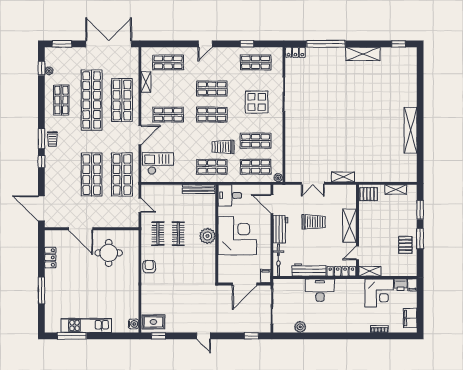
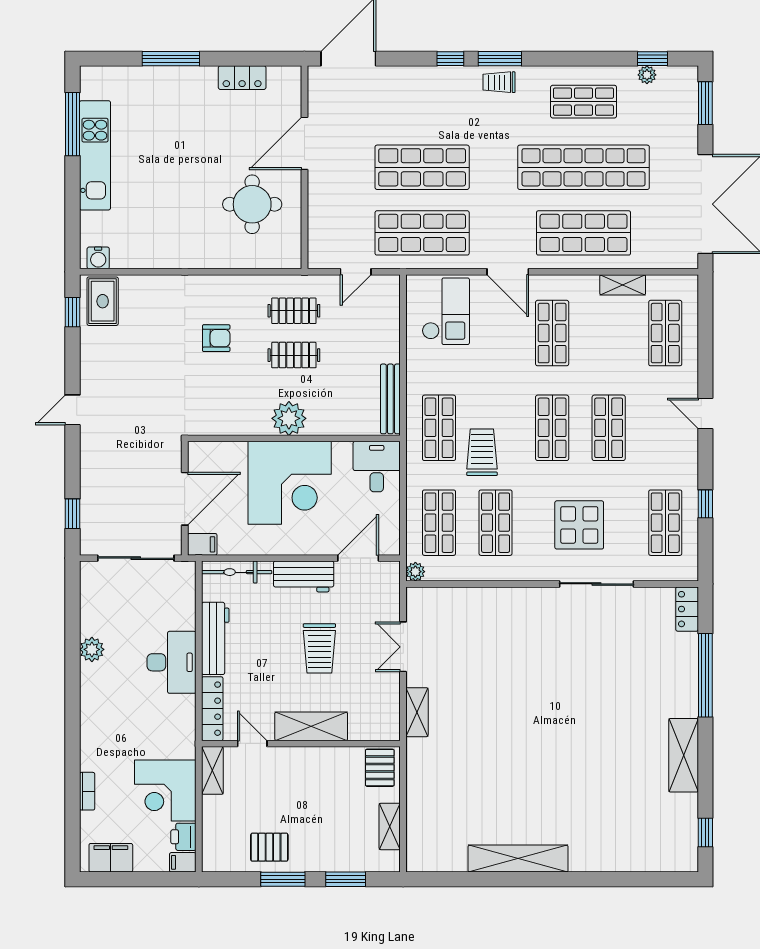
armchair: (149, 267) -> (216, 338), moved
door: (245, 284) -> (185, 499), swing flipped
plant: (300, 327) -> (92, 649), moved

